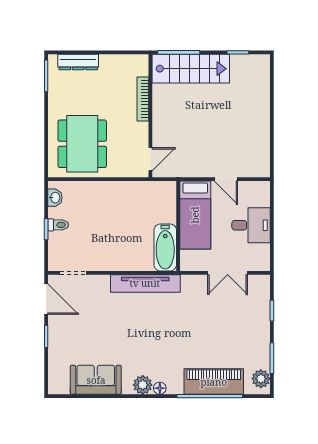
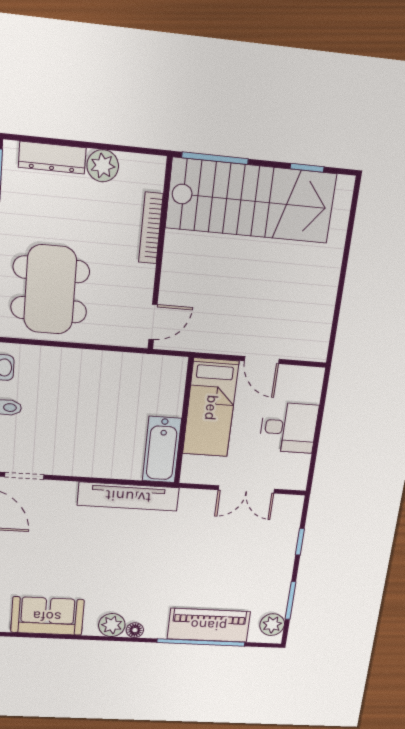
plant: (109, 64) -> (103, 166), added
stairs: (191, 69) -> (251, 201), width x1.36, depth x1.51

